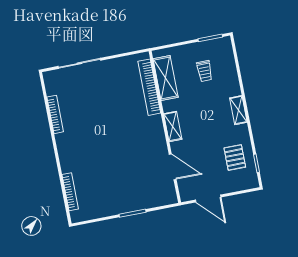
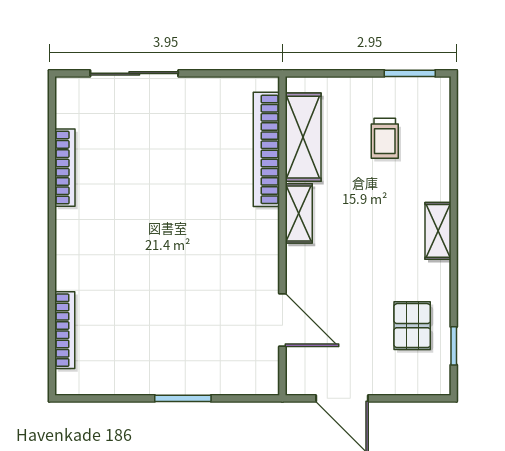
shelving: (173, 126) -> (299, 213), moved

